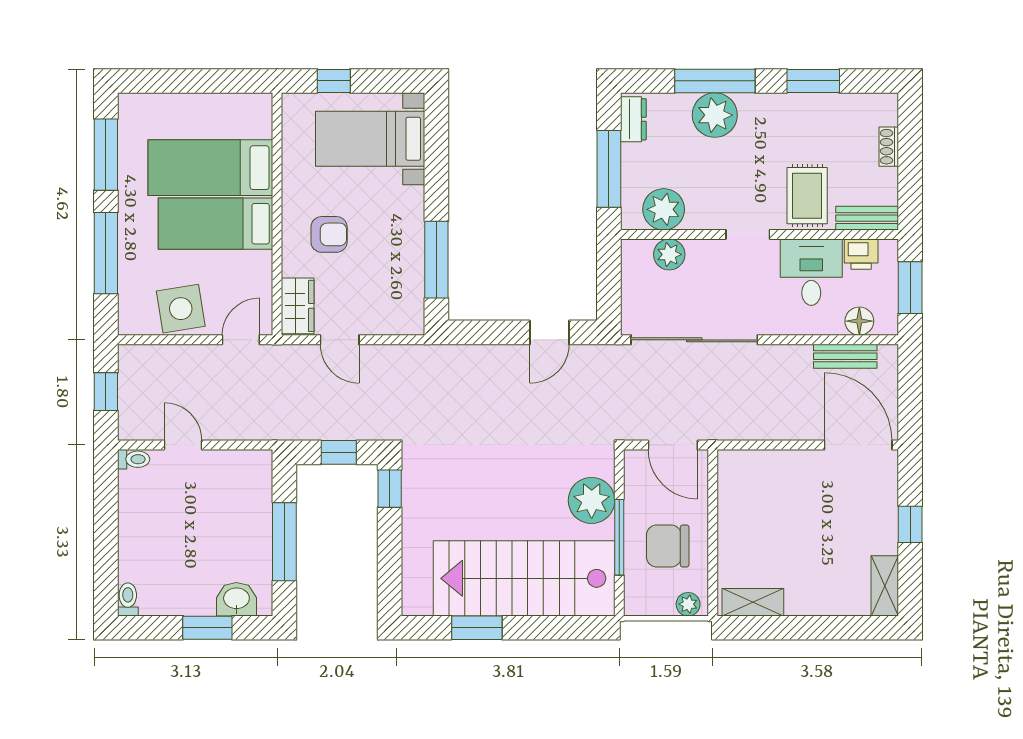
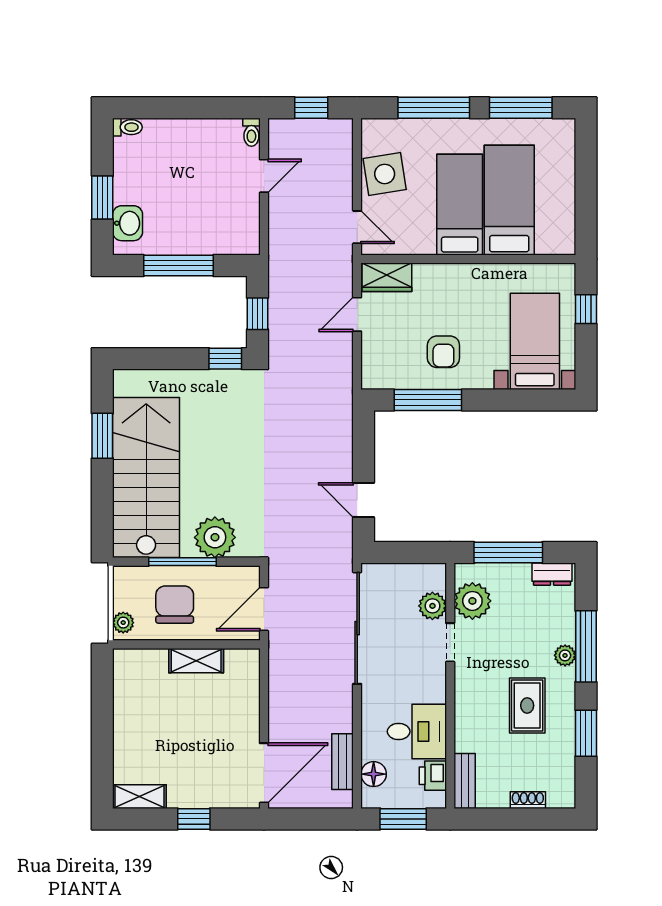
plant: (715, 115) -> (565, 655), width x0.53, depth x0.53
rug: (807, 196) -> (527, 706), moved, turned 90
armchair: (329, 234) -> (443, 352), moved
doorway: (748, 234) -> (450, 642), moved
shelving: (753, 602) -> (196, 661), moved, turned 90

